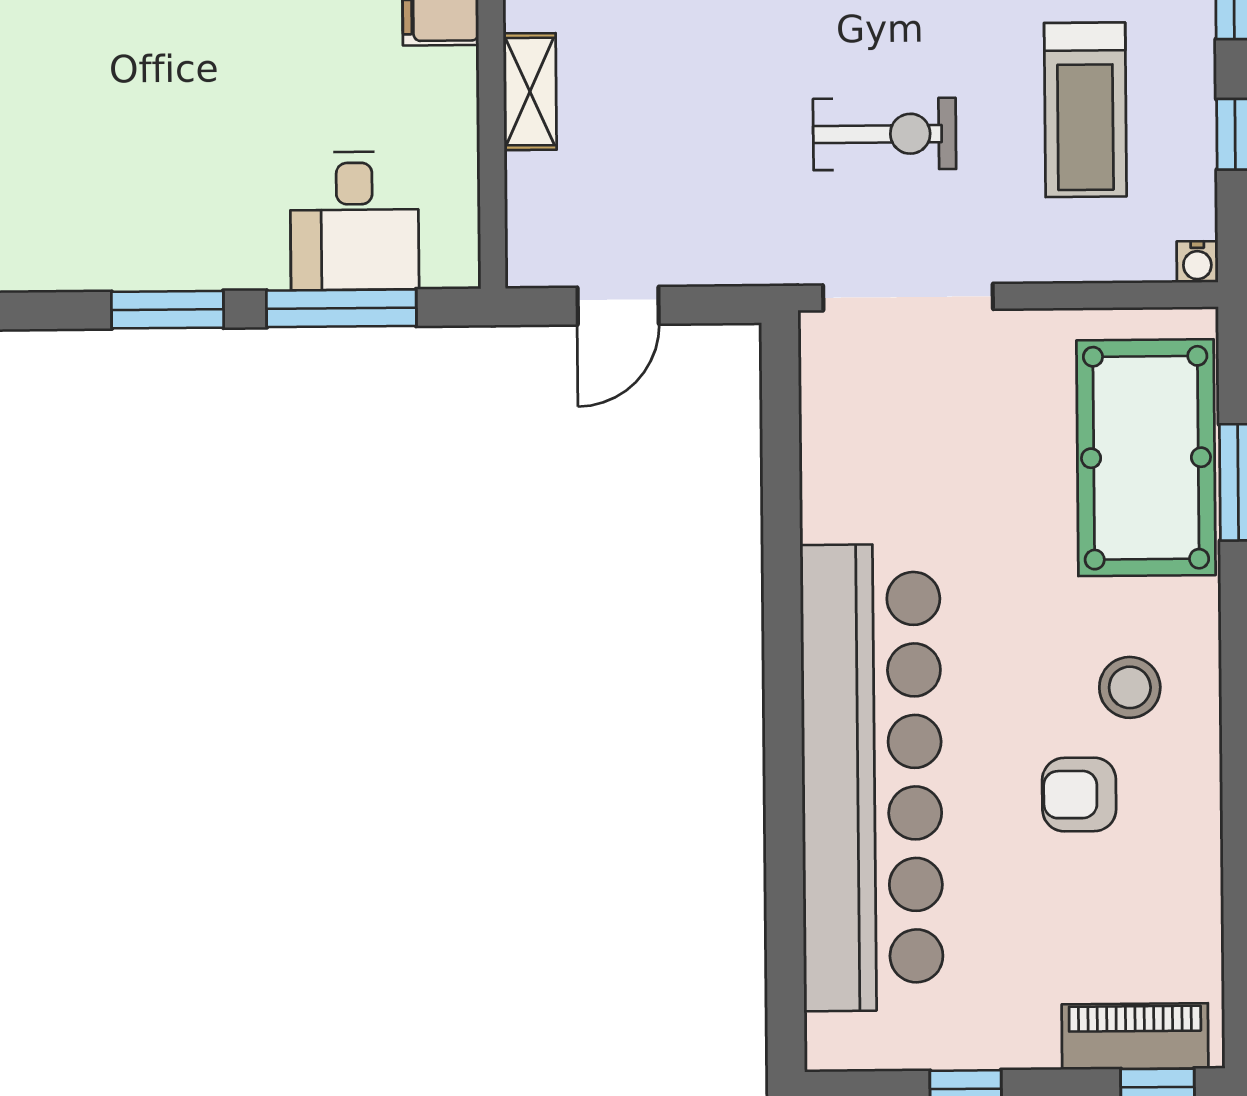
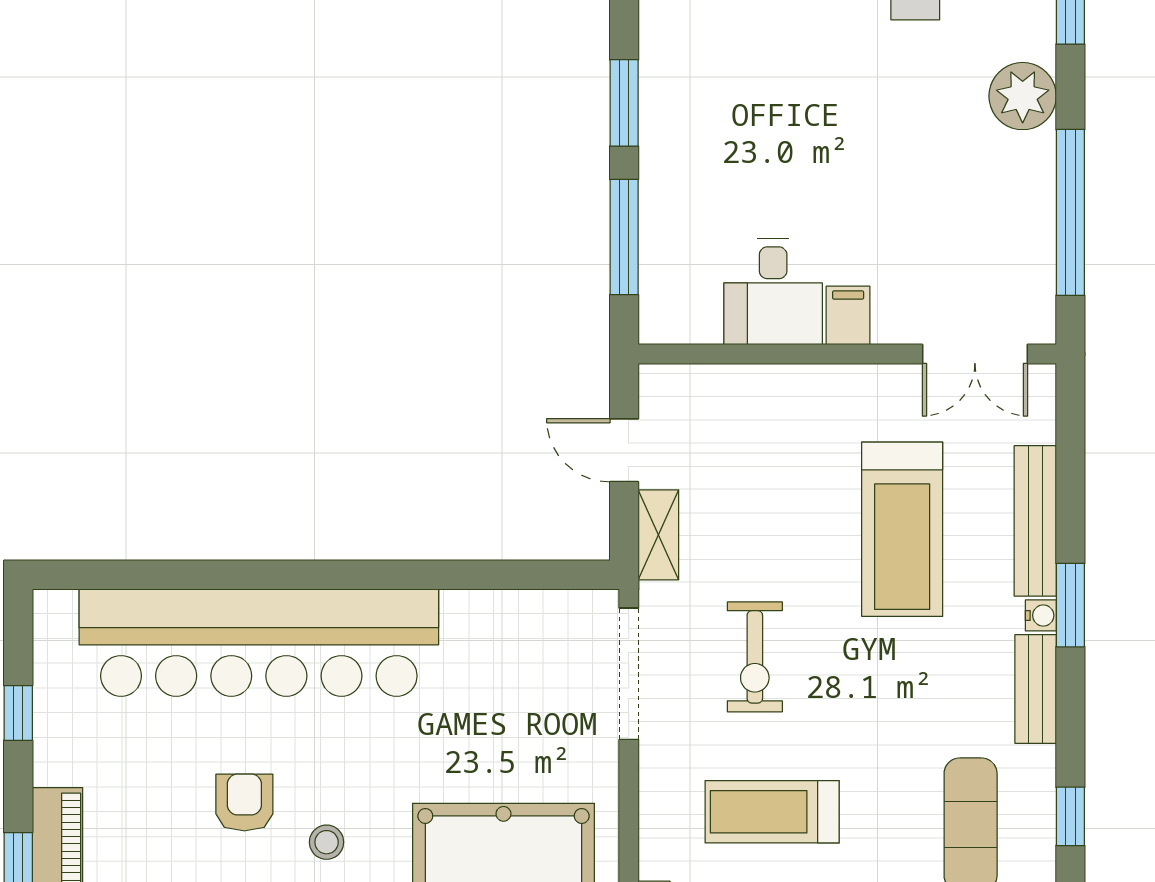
shelving: (530, 92) -> (658, 535), moved, turned 90
desk: (354, 221) -> (773, 291), moved, turned -90
stool: (1130, 687) -> (327, 842), width x0.73, depth x0.73

